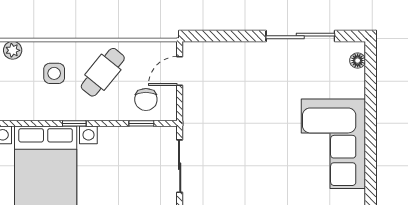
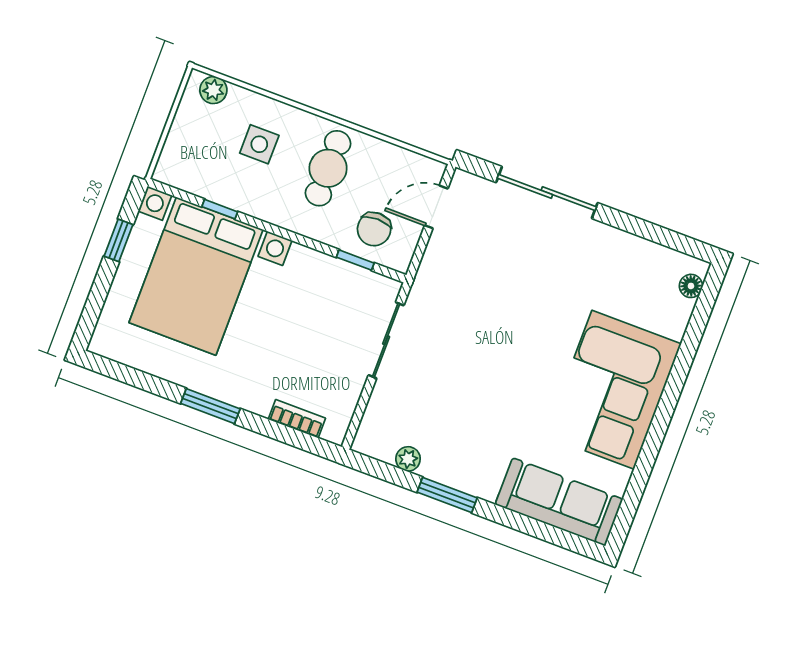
sliding door: (300, 36) -> (547, 193), moved
cafe table: (103, 72) -> (328, 168), turned -39
window: (74, 123) -> (220, 209), moved

